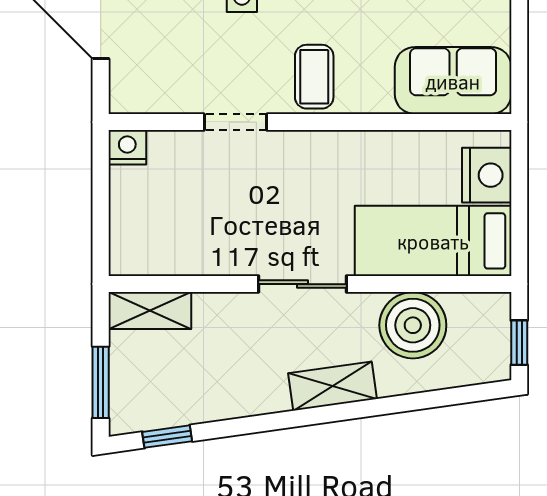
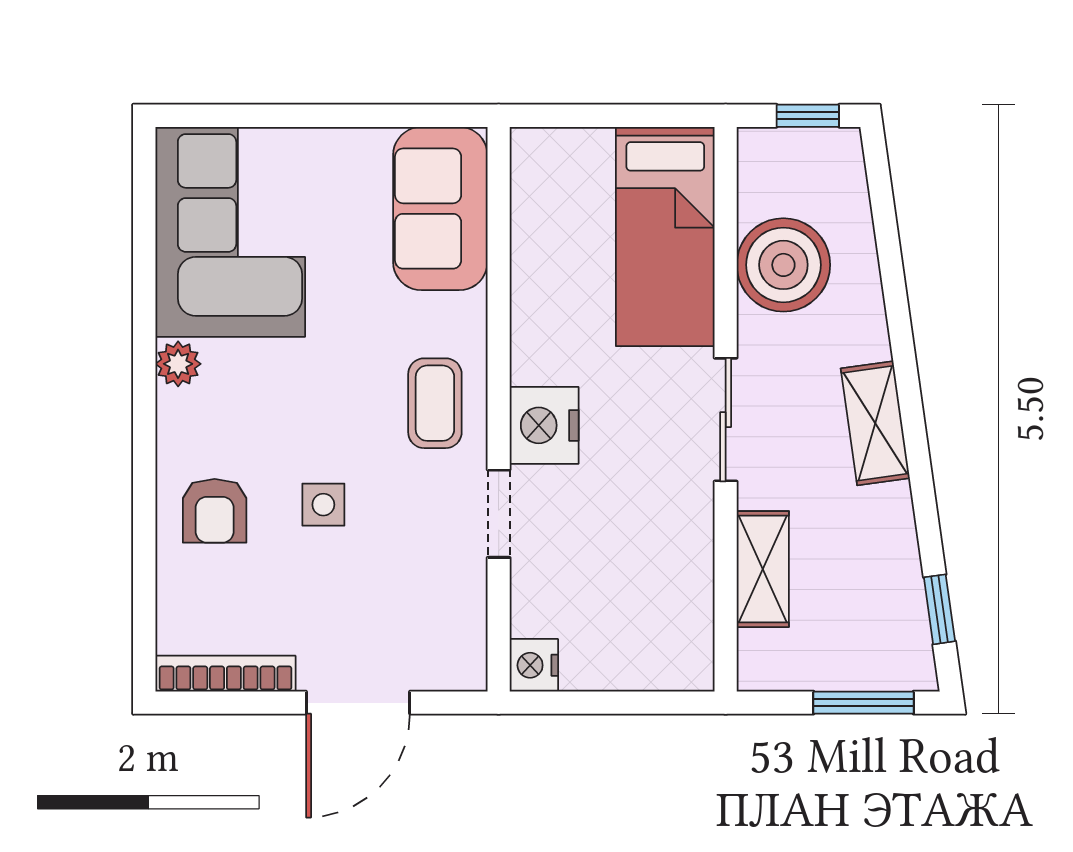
coffee table: (314, 77) -> (435, 403), turned 90
nightstand: (487, 175) -> (544, 425), moved, turned -90
shelving: (150, 311) -> (763, 569), moved
shelving: (333, 386) -> (875, 423), moved

